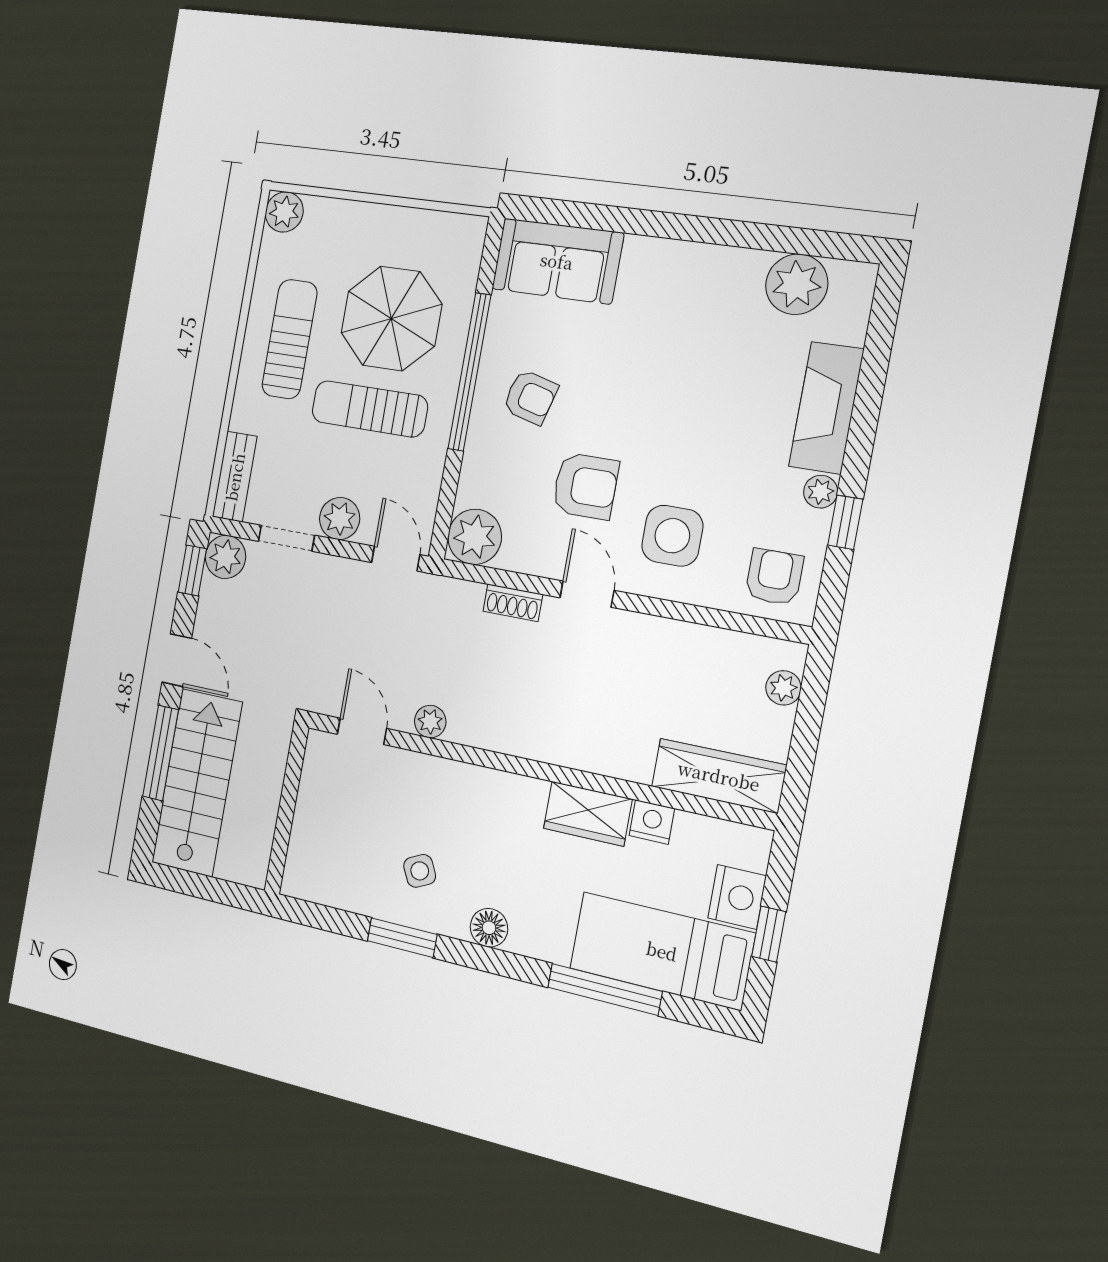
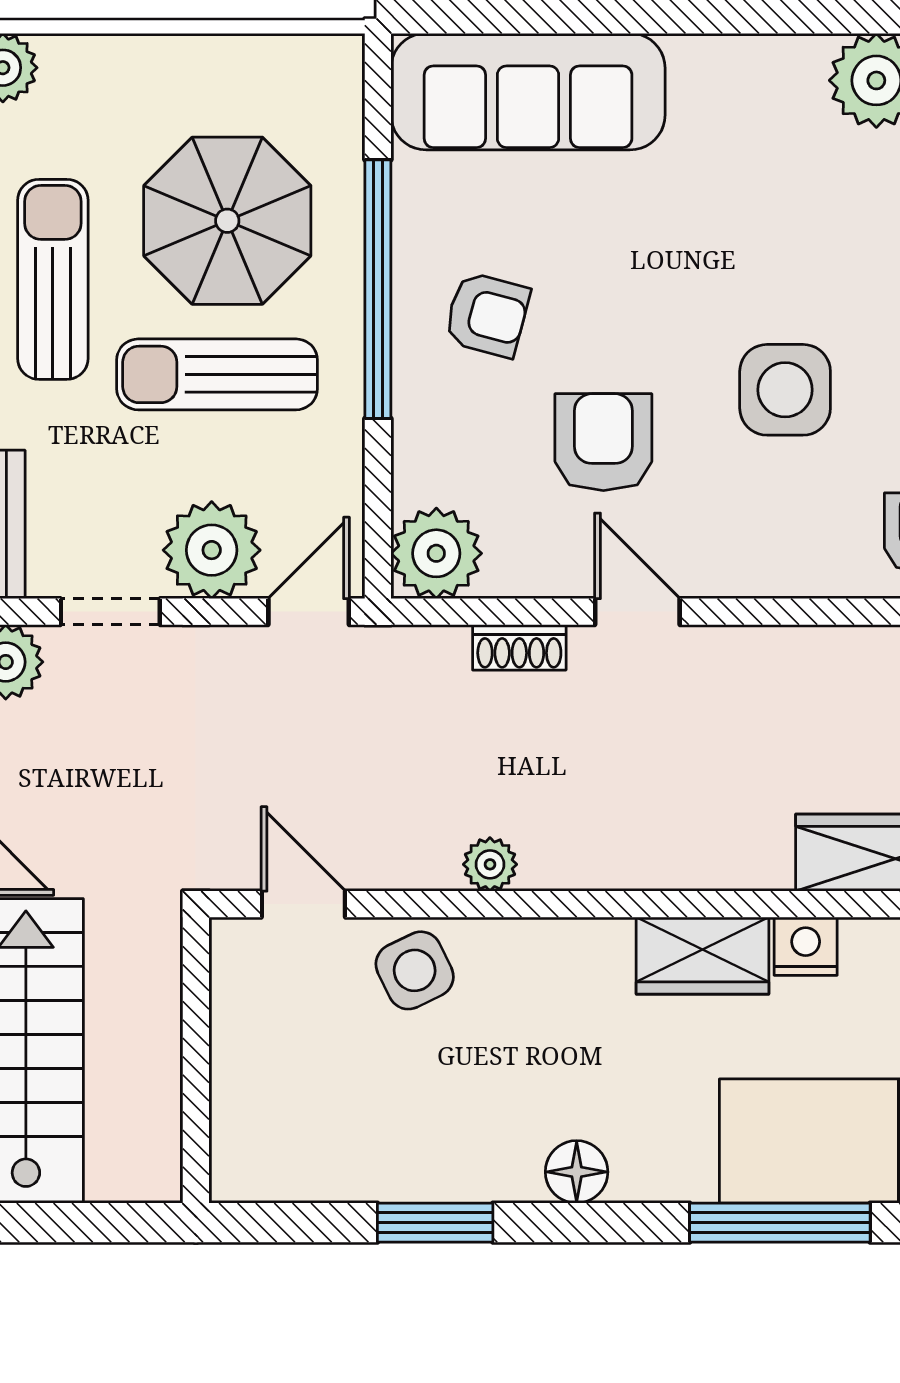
sofa: (557, 261) -> (528, 92), width x1.36
armchair: (585, 486) -> (603, 442), turned -90
plant: (340, 519) -> (212, 550), width x1.36, depth x1.36
side table: (672, 536) -> (785, 390), moved
door: (396, 559) -> (309, 612), hinge flipped
plant: (430, 722) -> (490, 864), moved
side table: (420, 871) -> (415, 970), moved, width x1.37, depth x1.37

